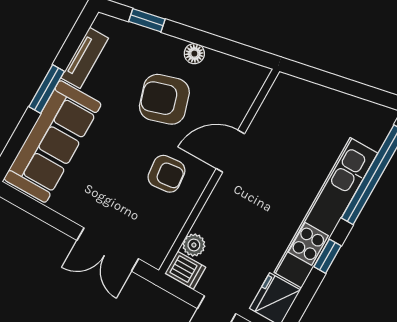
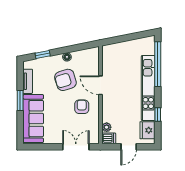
door: (230, 151) -> (100, 85), hinge flipped
armchair: (167, 174) -> (82, 107), turned -84
double door: (108, 250) -> (76, 147), swing flipped
window: (327, 256) -> (158, 115), moved

